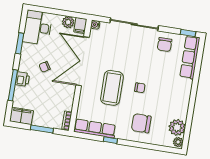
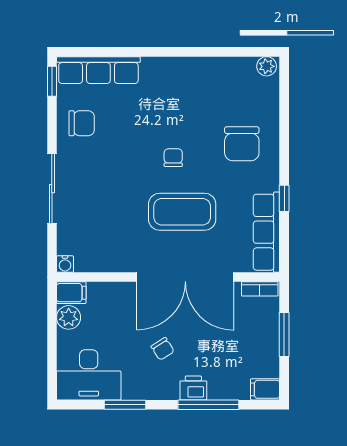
sliding door: (134, 24) -> (52, 189), width x0.73
double door: (83, 61) -> (185, 277), moved
filing cabinet: (21, 116) -> (265, 389), width x0.50
plant: (177, 127) -> (238, 73), removed

